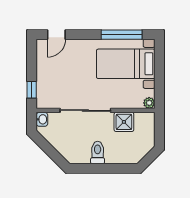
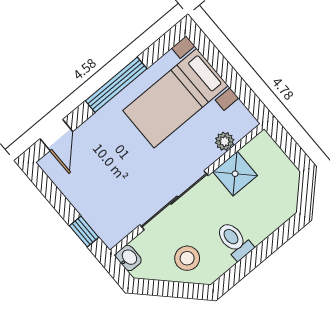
window: (122, 35) -> (116, 85), moved
plant: (149, 103) -> (225, 141), moved
stool: (69, 142) -> (187, 258), added

